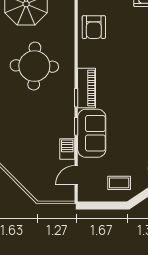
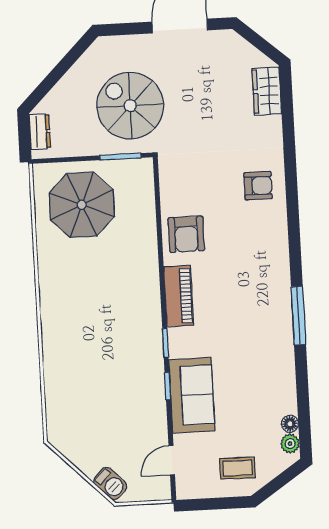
round table: (34, 66) -> (99, 298), removed
piano: (87, 88) -> (179, 296), moved
barbecue: (67, 149) -> (110, 483), moved, turned 135

